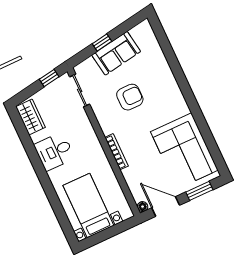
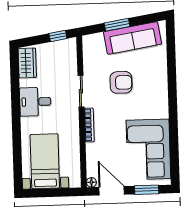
window: (102, 42) -> (117, 25), width x1.50
sofa: (116, 53) -> (133, 38), width x1.36
sliding door: (80, 90) -> (81, 91), moved

